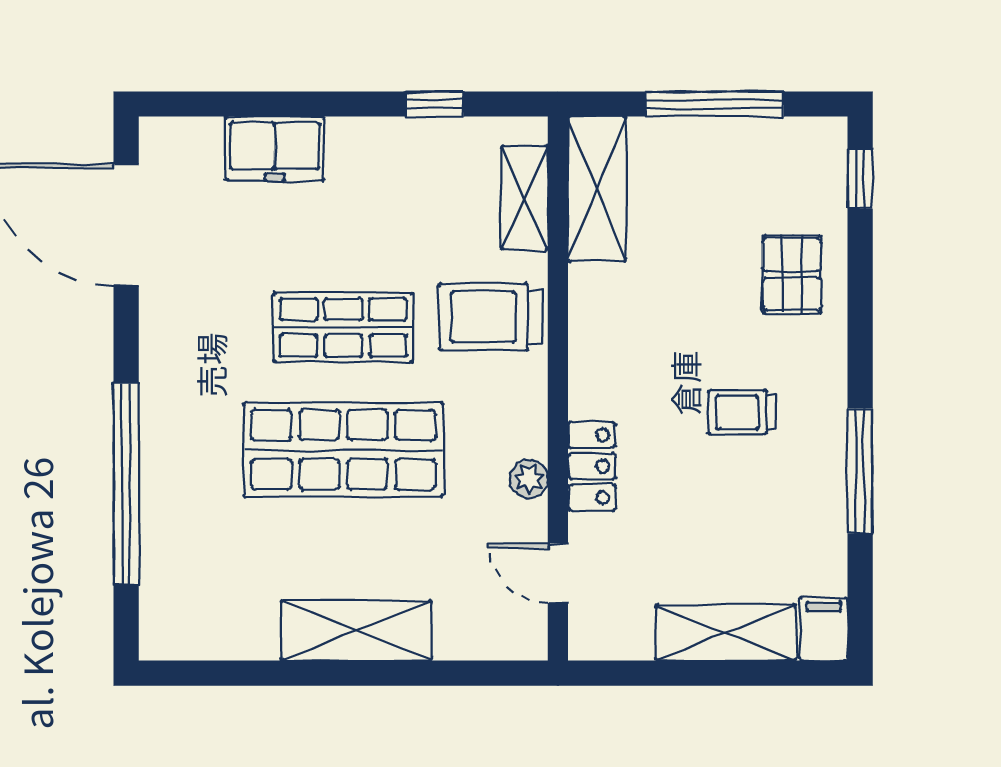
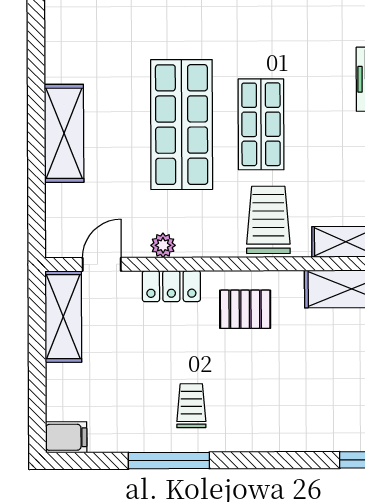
pallet: (792, 274) -> (245, 309), moved
trolley: (742, 412) -> (191, 406), moved
shelving: (726, 633) -> (63, 317), moved

